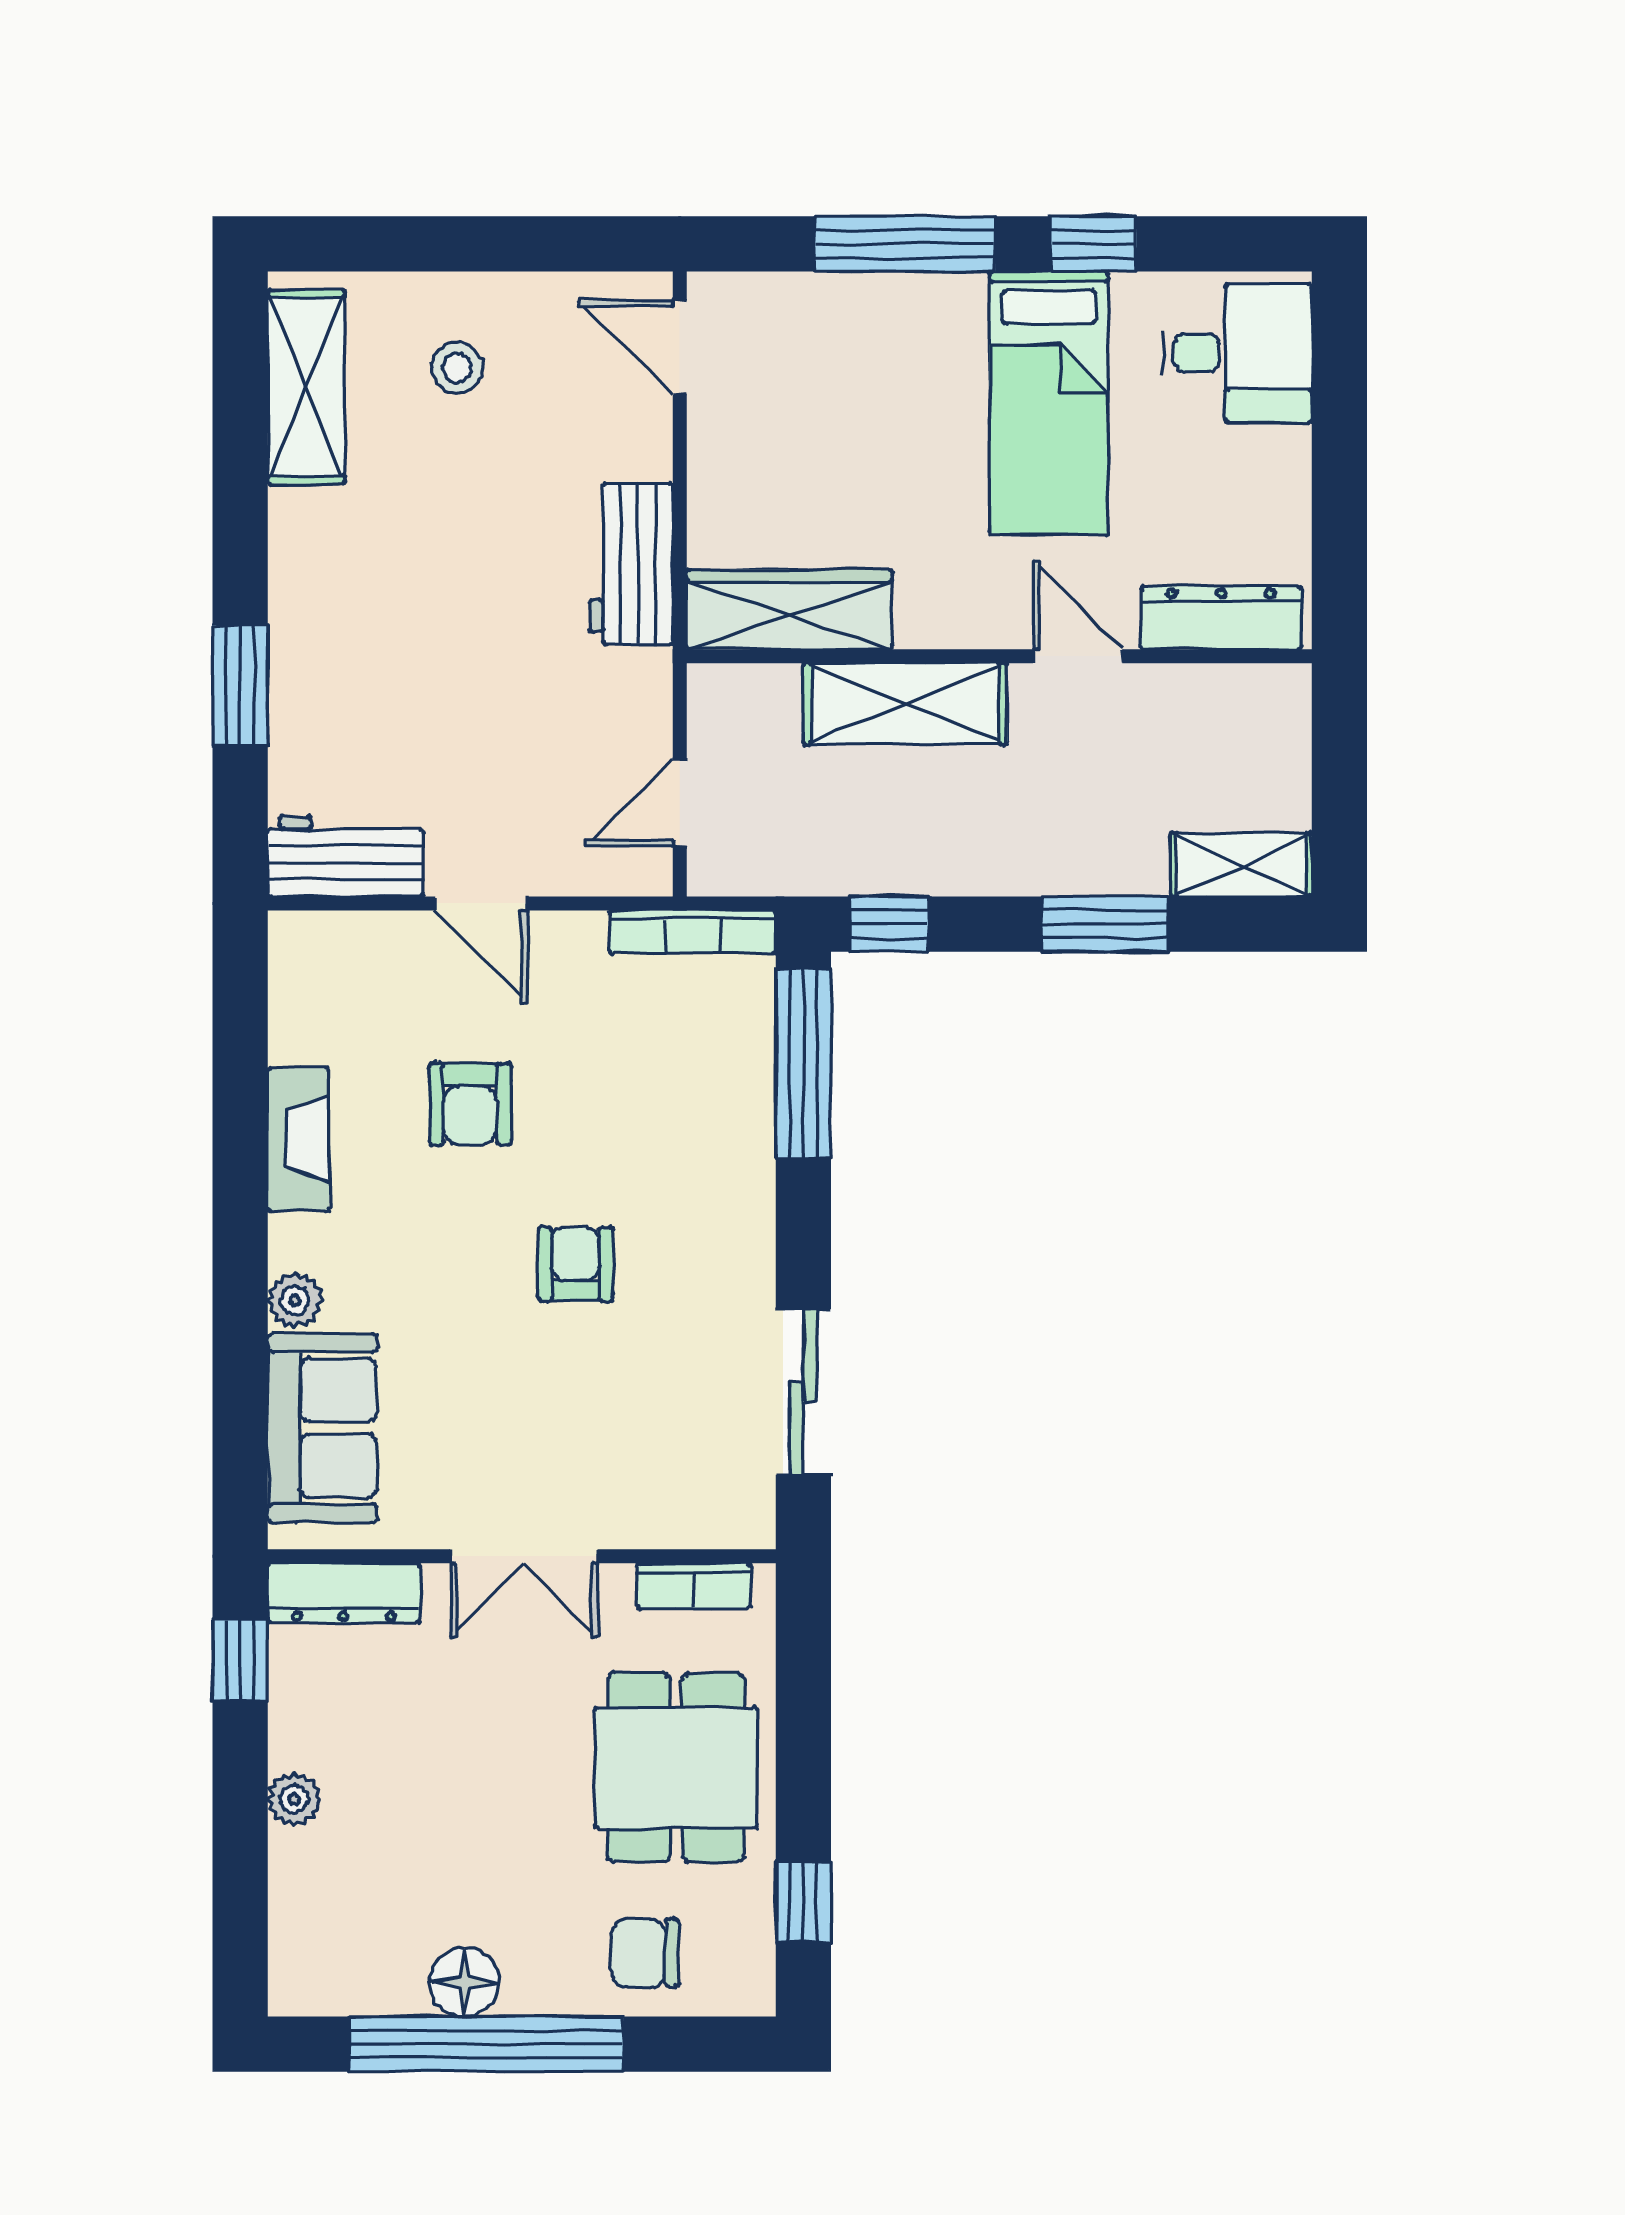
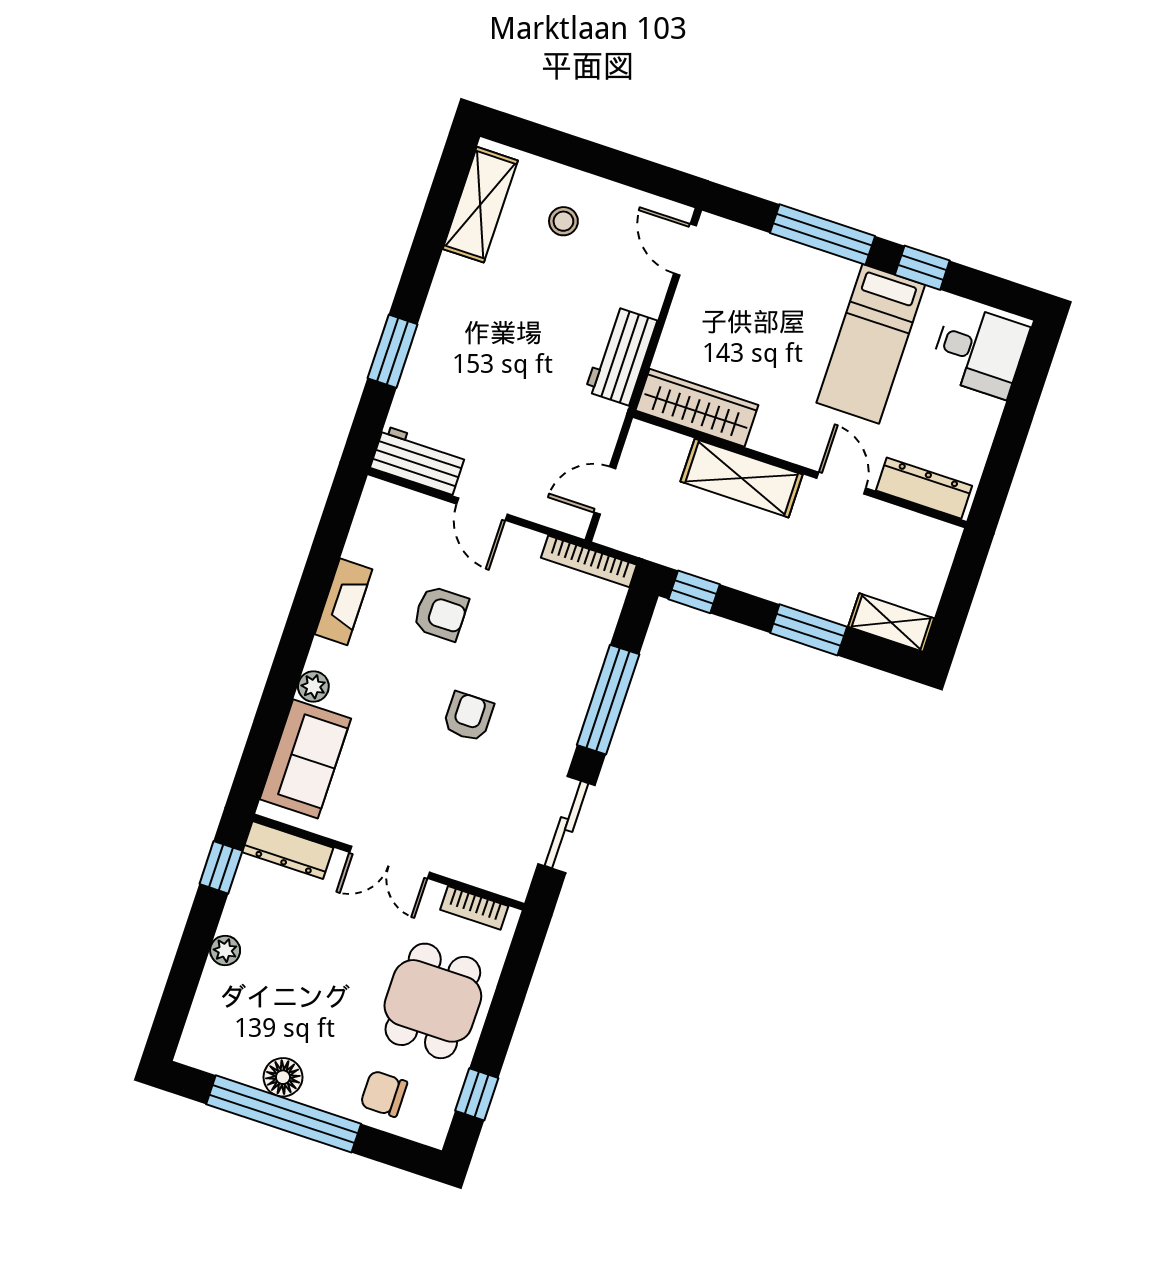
window: (803, 1064) -> (608, 700), moved
armchair: (470, 1104) -> (441, 613), turned -90

